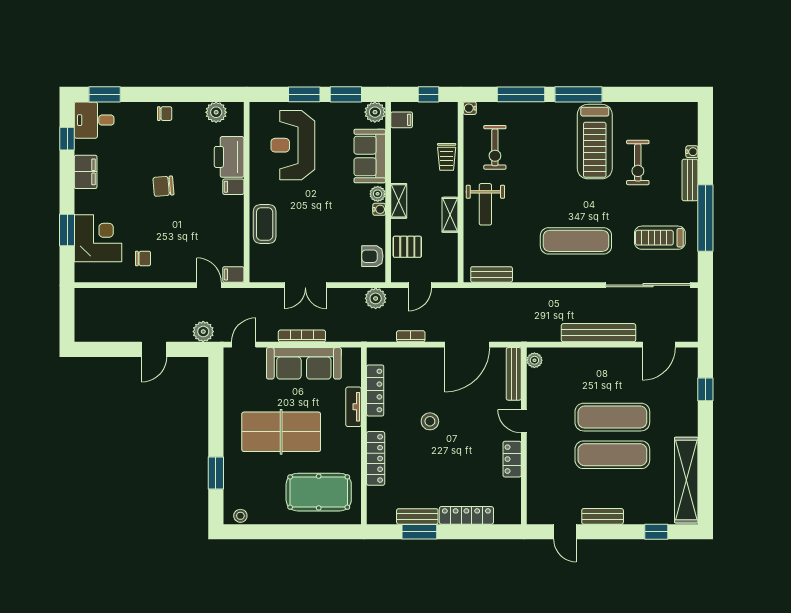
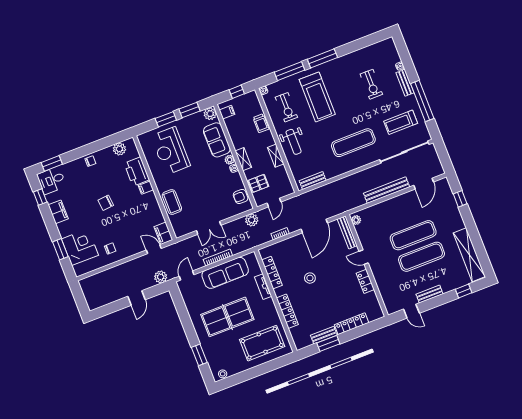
treadmill: (595, 142) -> (317, 97), moved
filing cabinet: (233, 274) -> (163, 233), width x2.00

